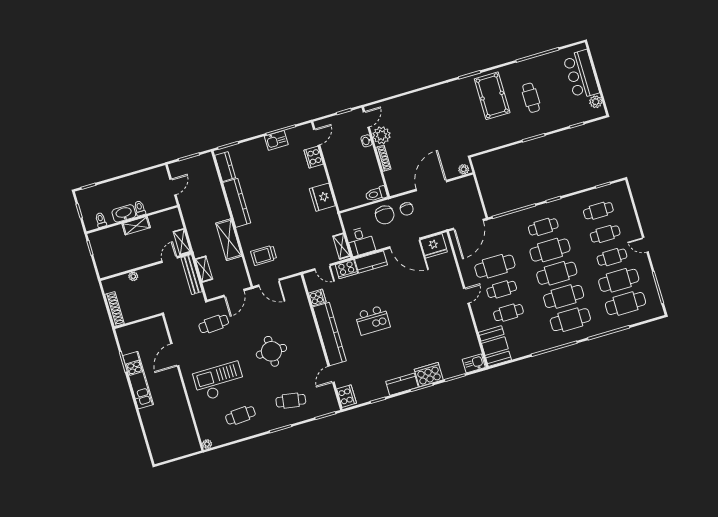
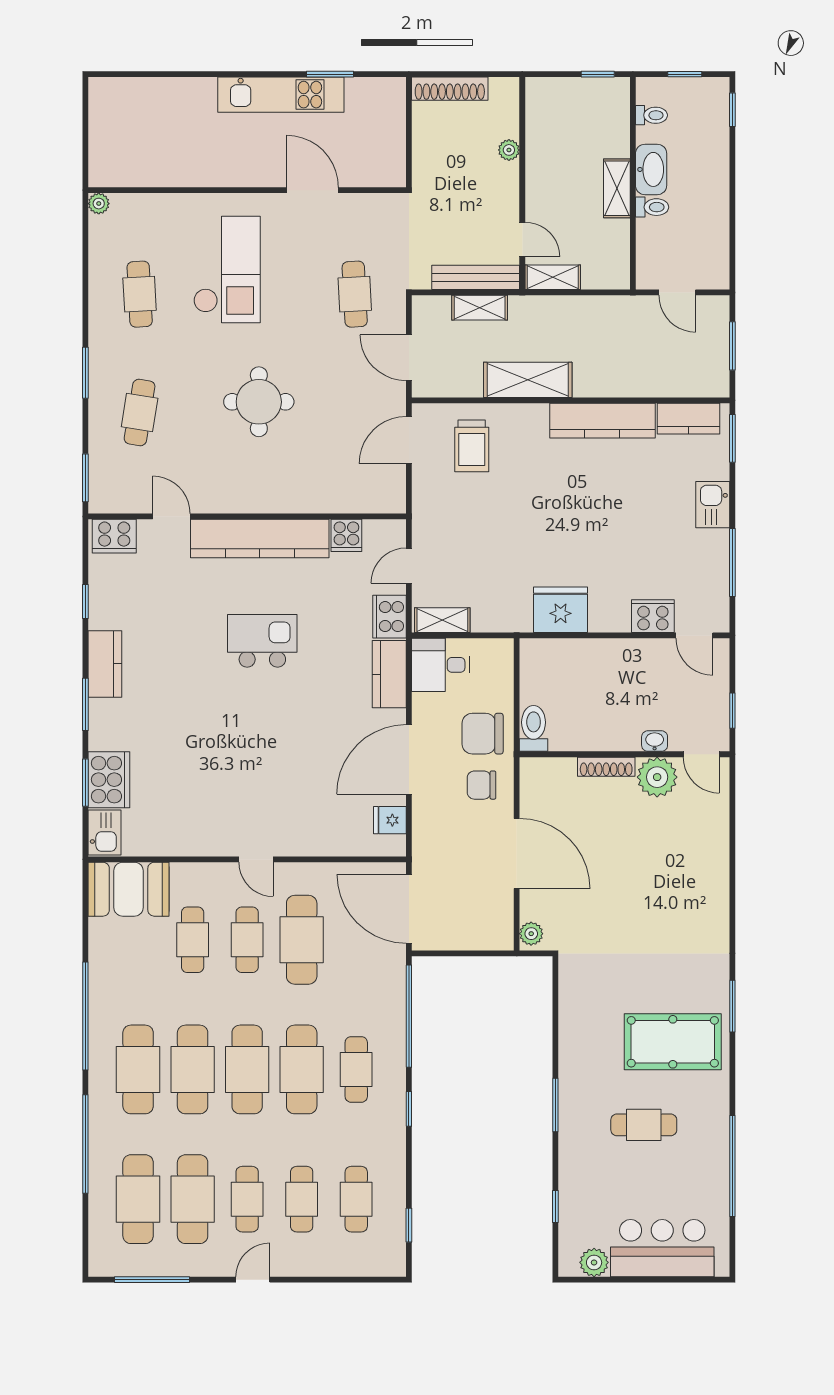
kitchen sink: (276, 140) -> (713, 505), moved
fridge: (434, 246) -> (390, 820), width x0.53, depth x0.75
trolley: (264, 255) -> (472, 446), turned 180
kitchen island: (373, 320) -> (262, 641), turned 90
cooker: (429, 375) -> (109, 780), moved

